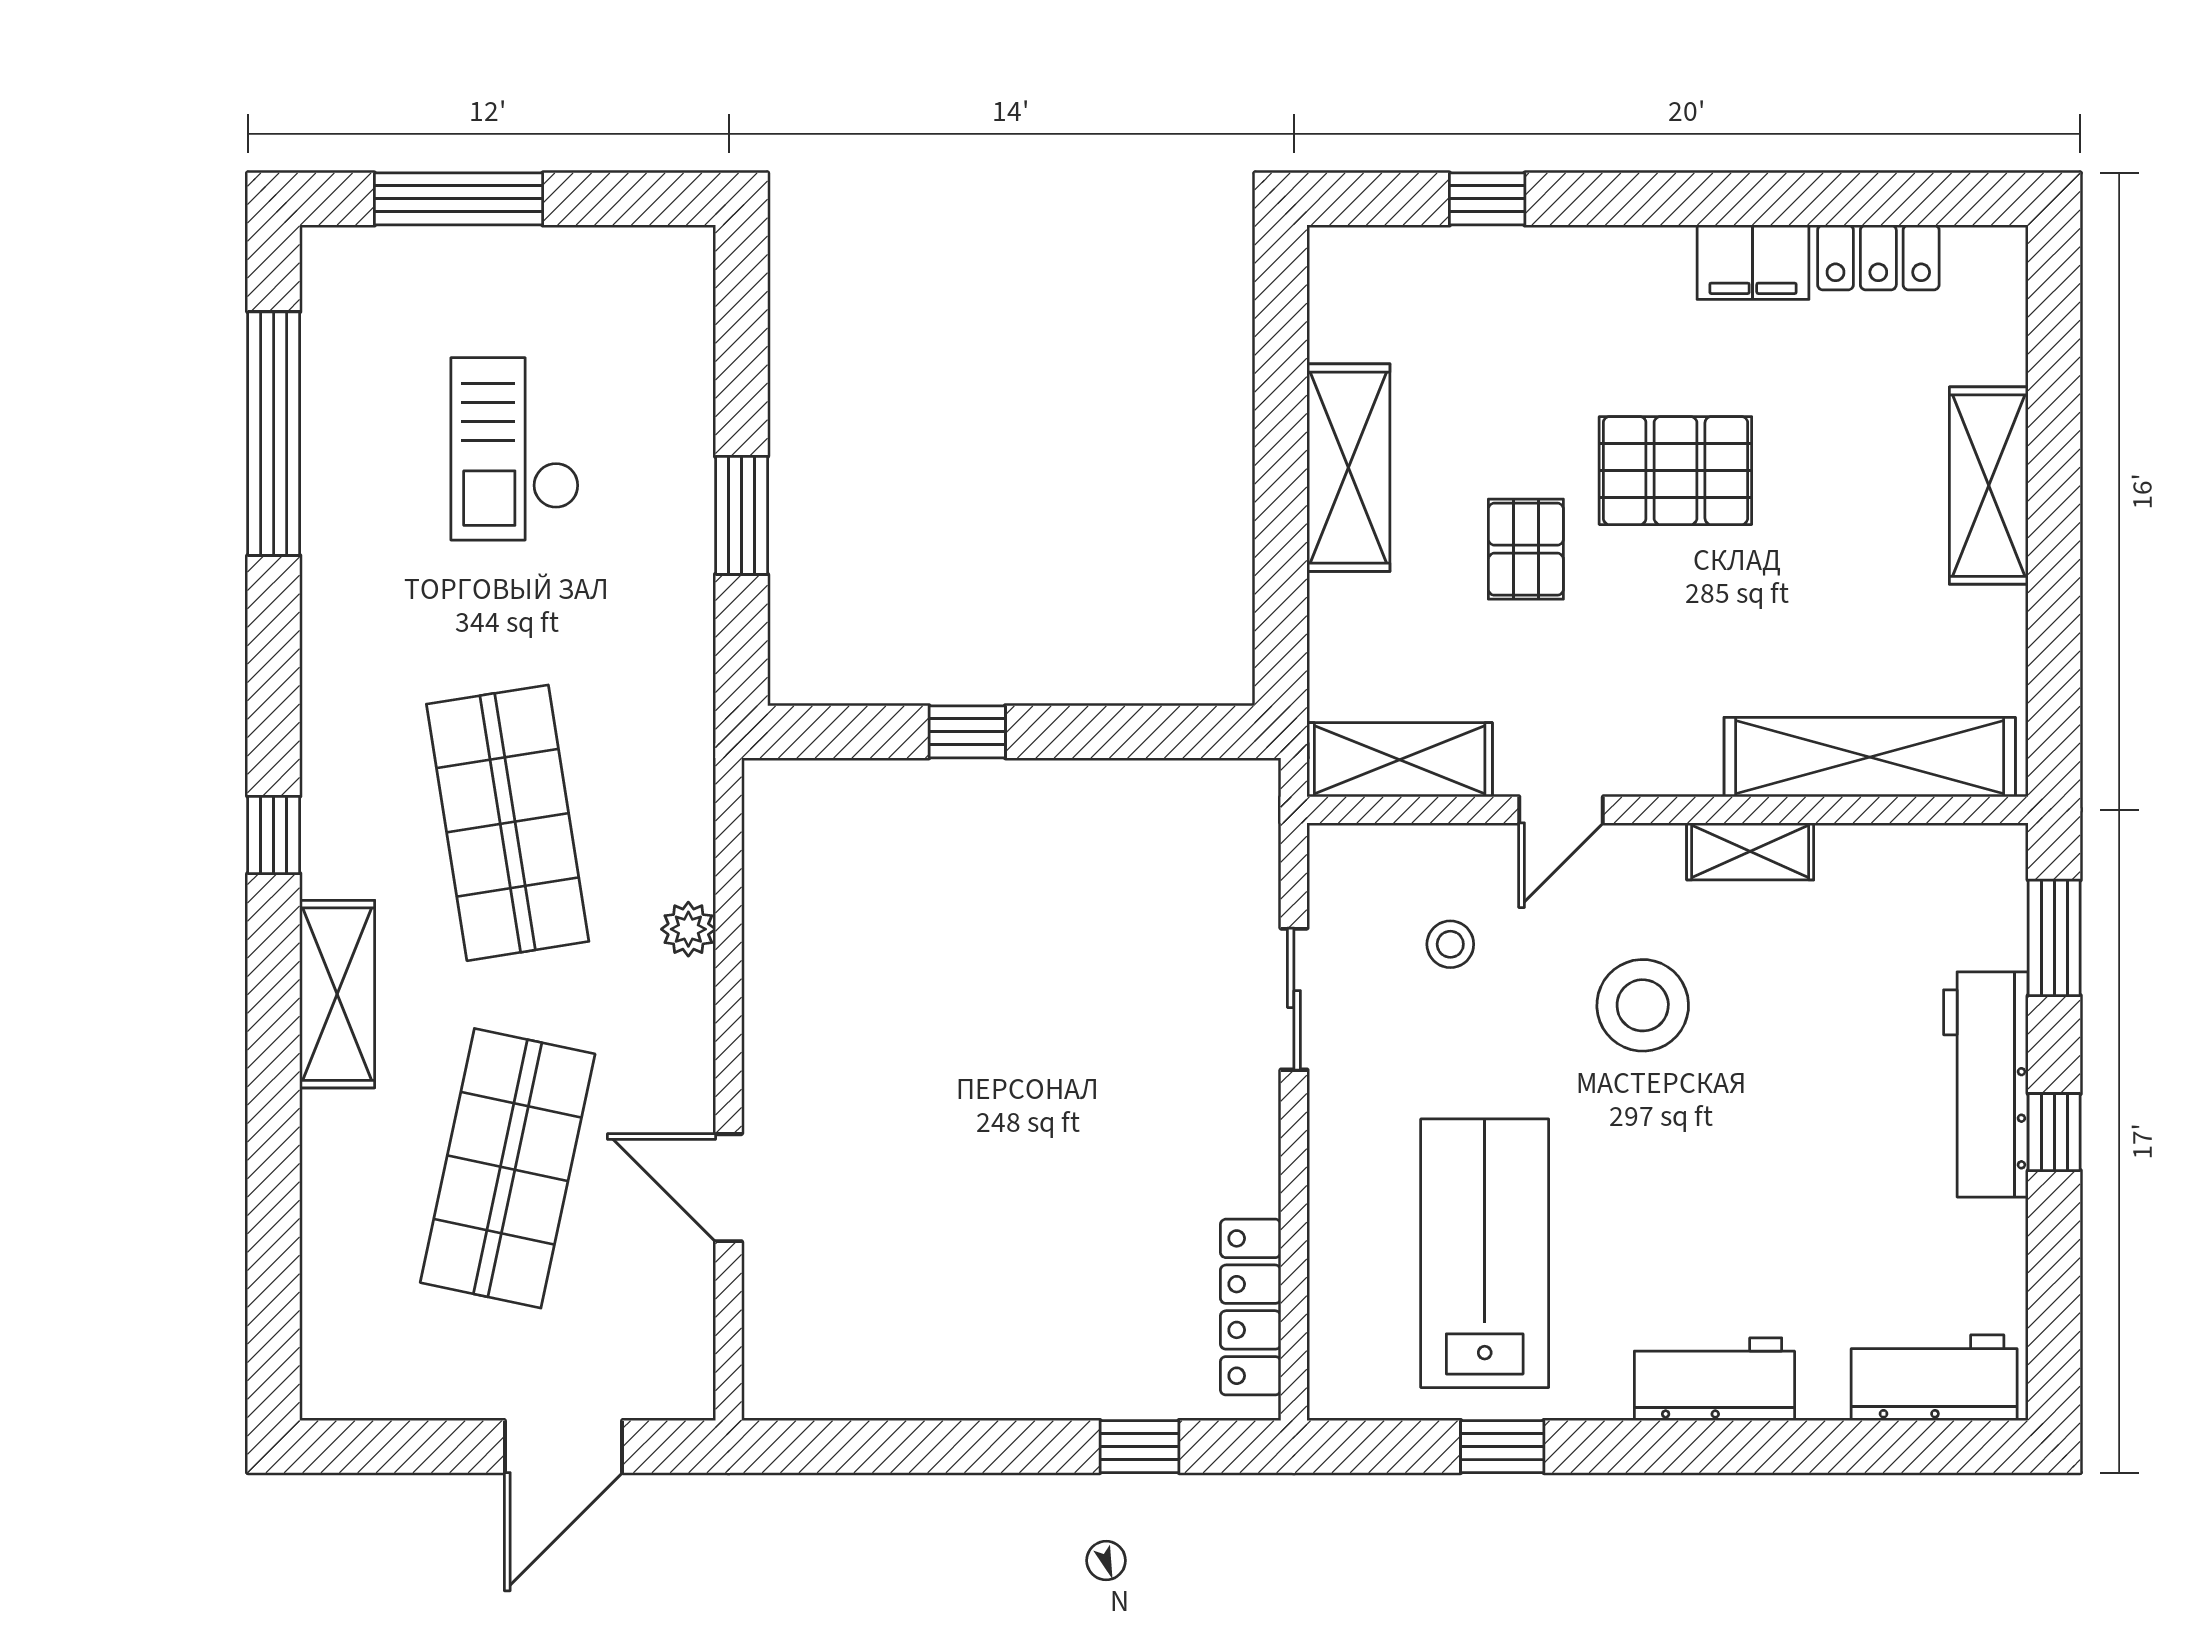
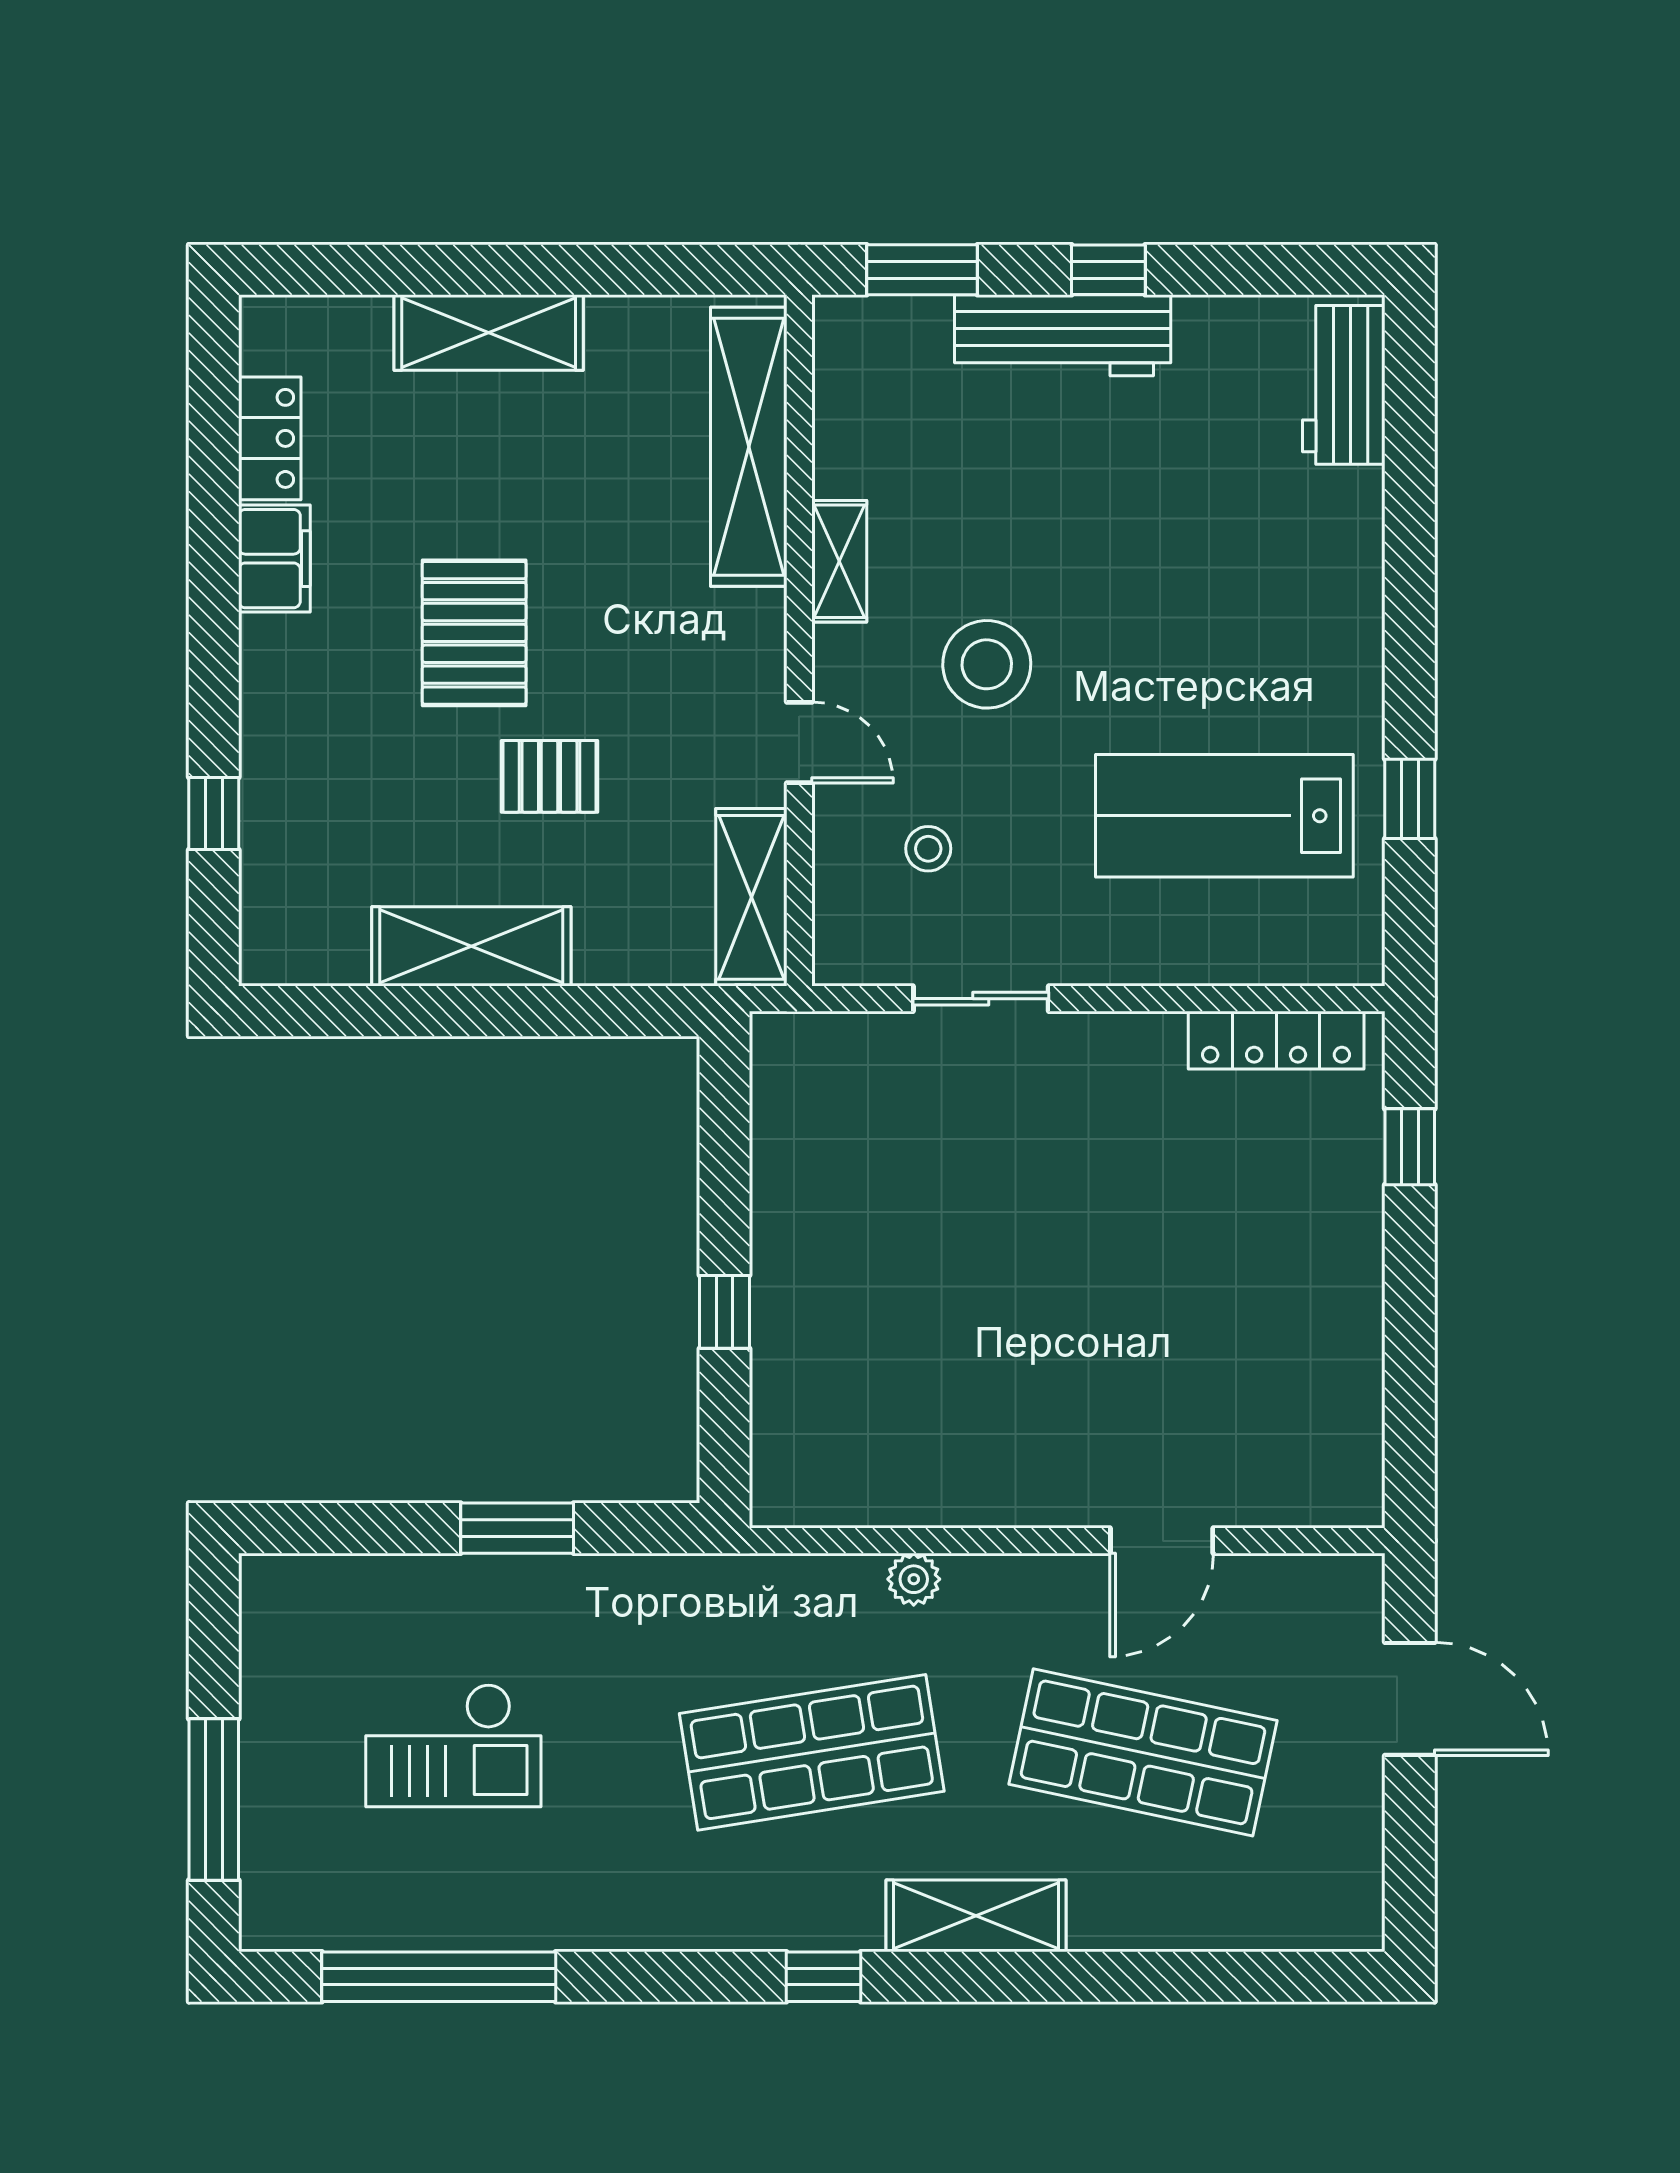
workbench: (1714, 1379) -> (1345, 596), removed

